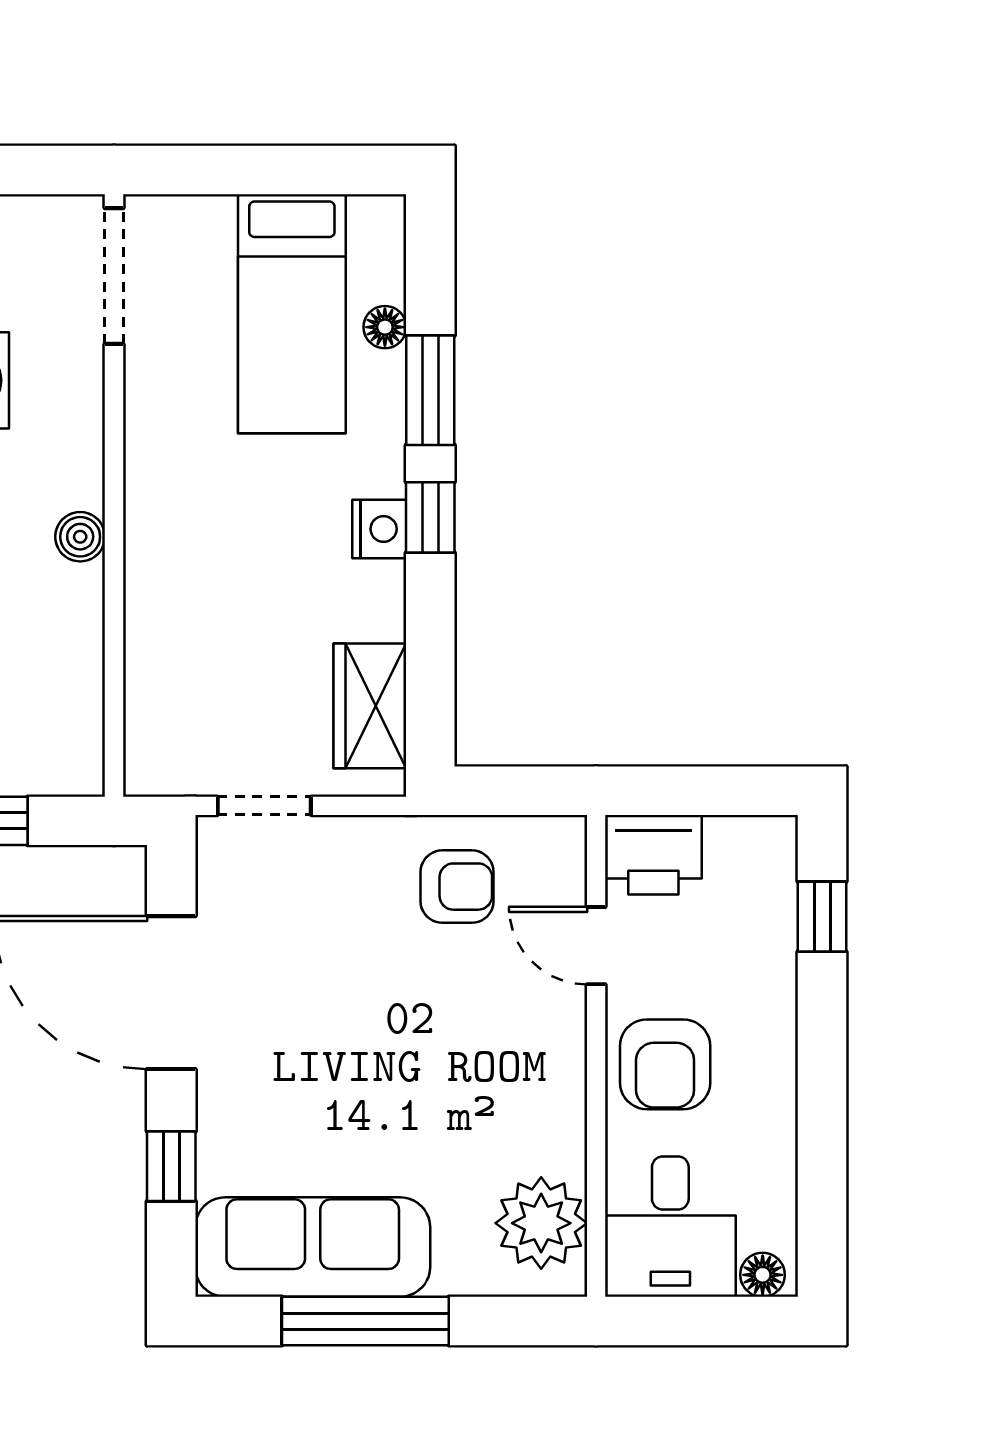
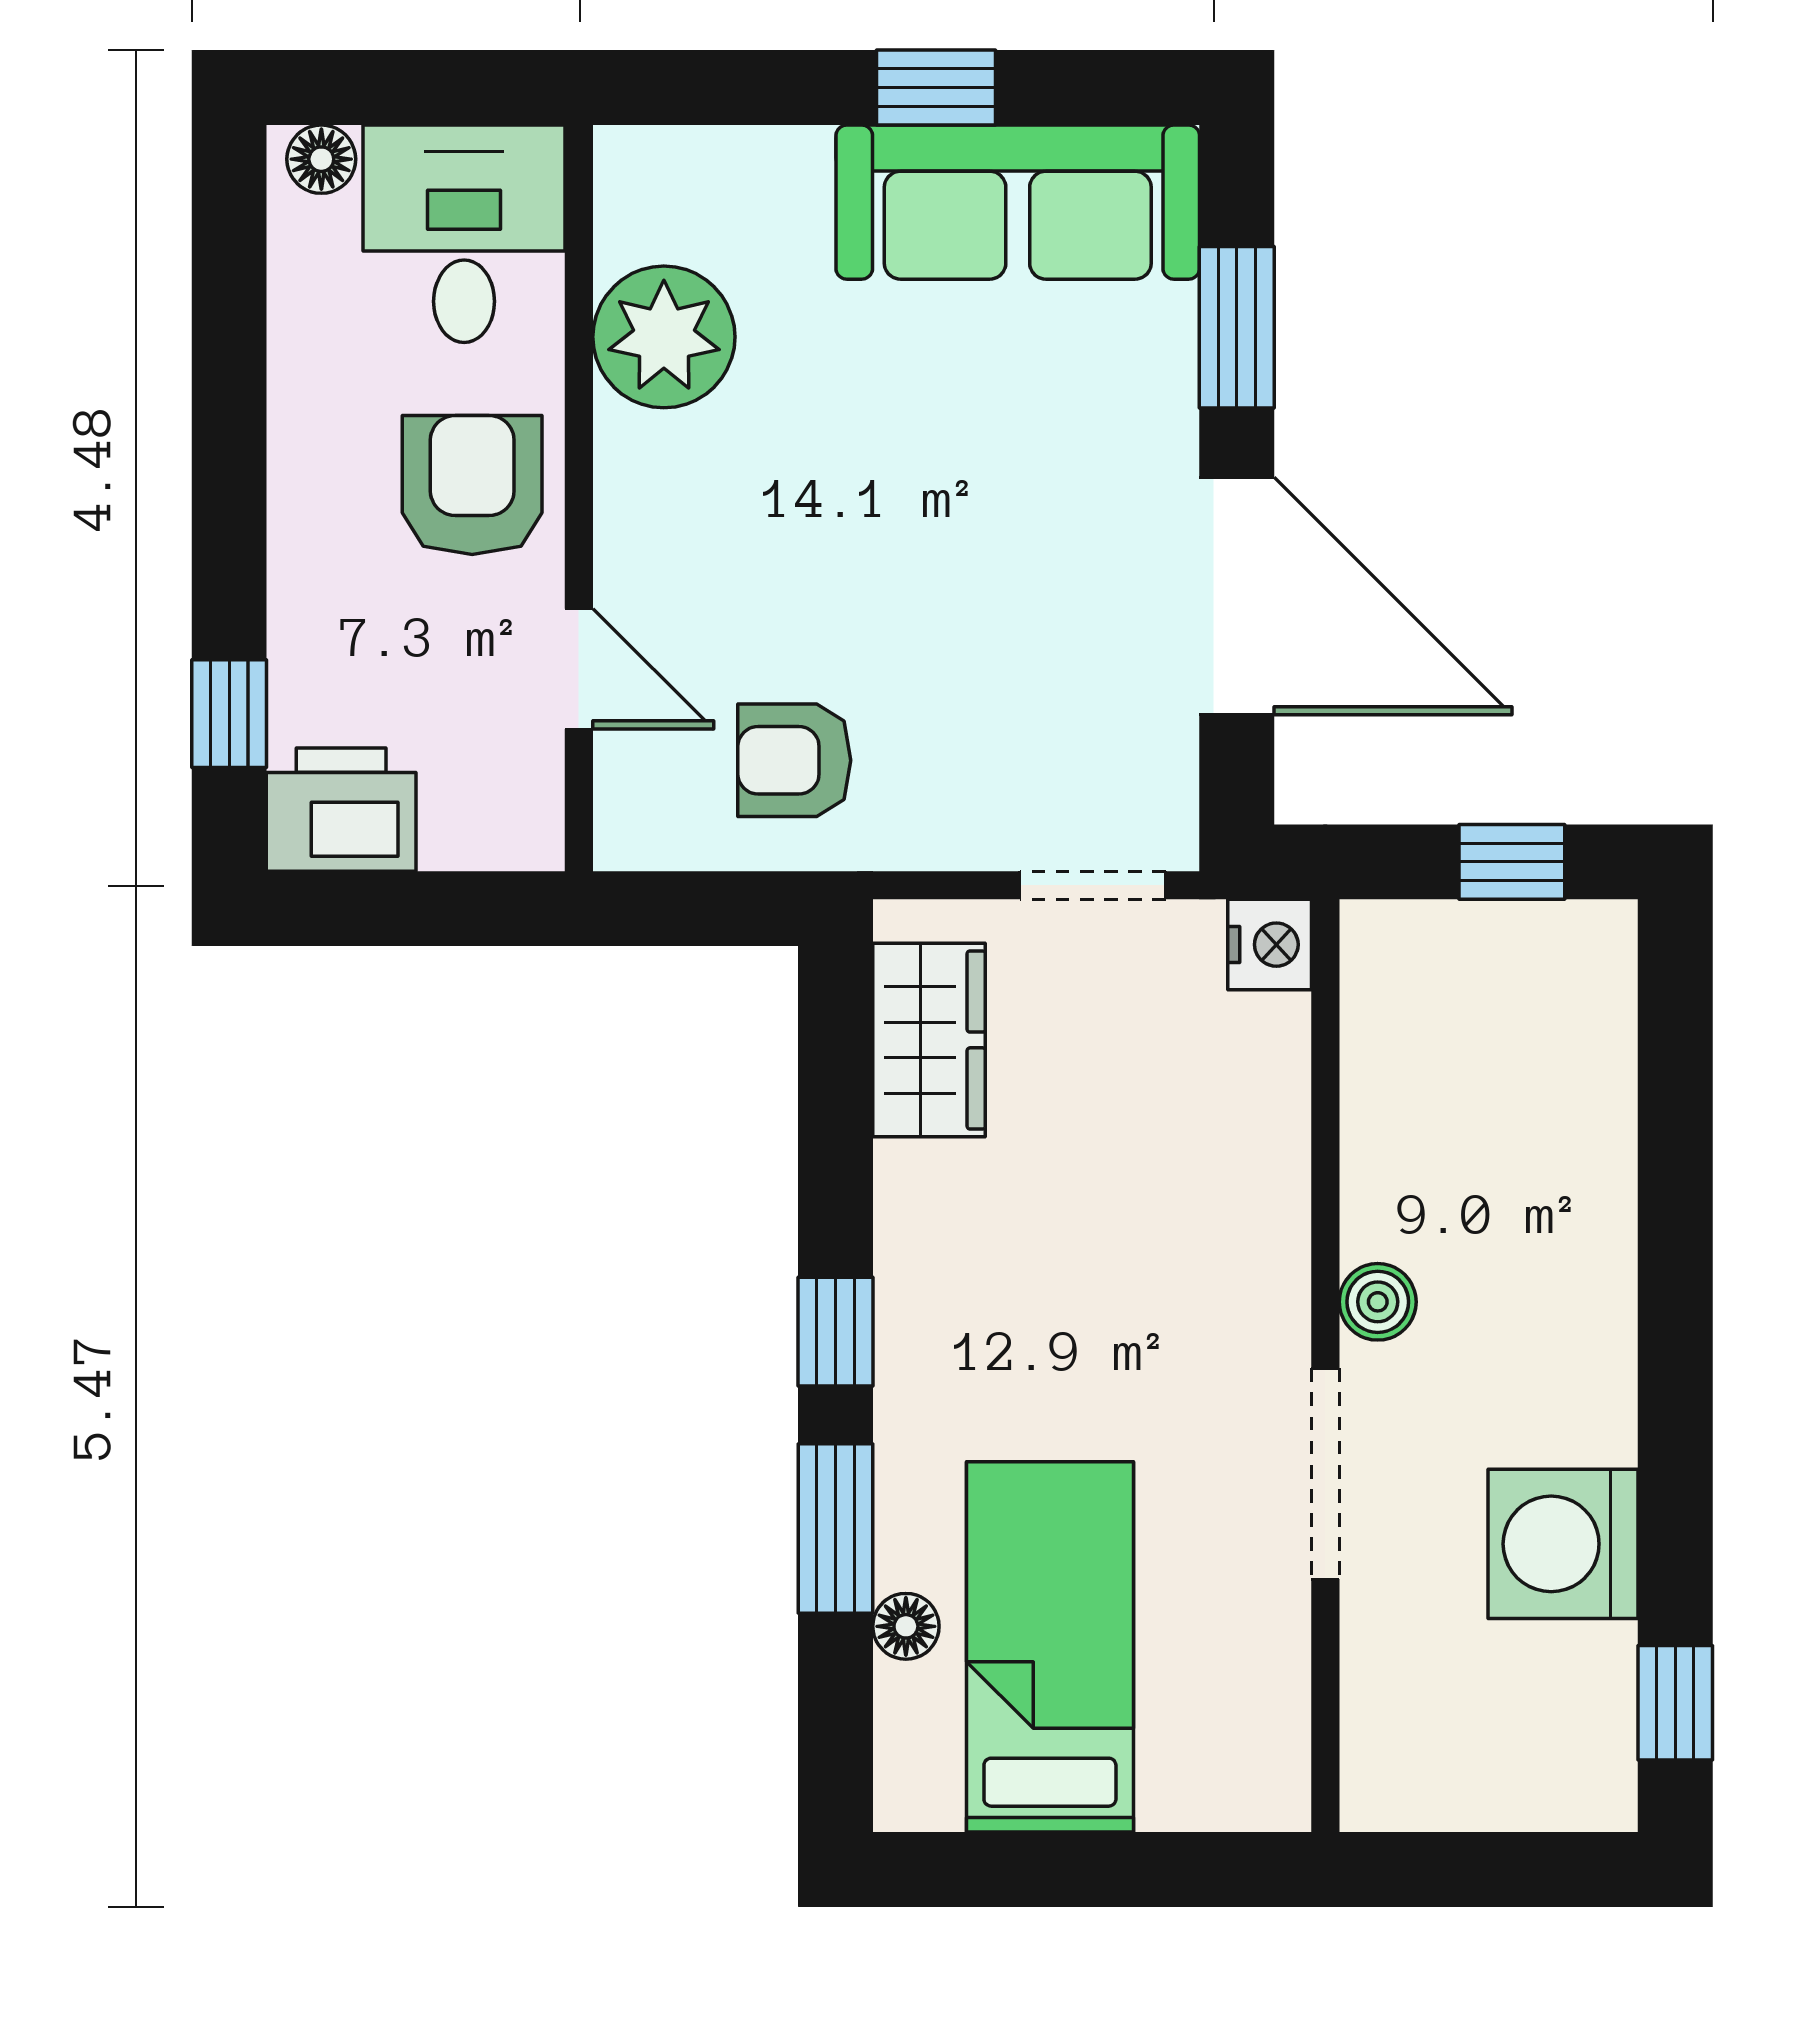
doorway: (114, 276) -> (1325, 1474), moved
nightstand: (379, 529) -> (1270, 945), moved, turned 180
printer: (653, 855) -> (341, 810), moved
window: (171, 1166) -> (1237, 327), width x1.50
plant: (541, 1223) -> (664, 337), moved
window: (365, 1321) -> (936, 88), width x0.46

